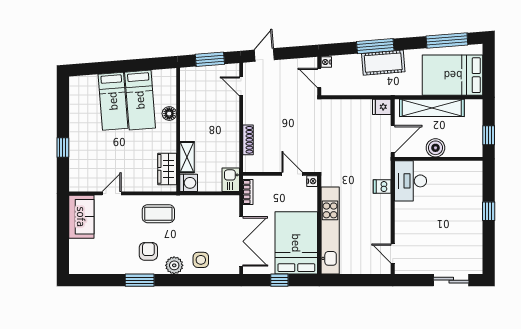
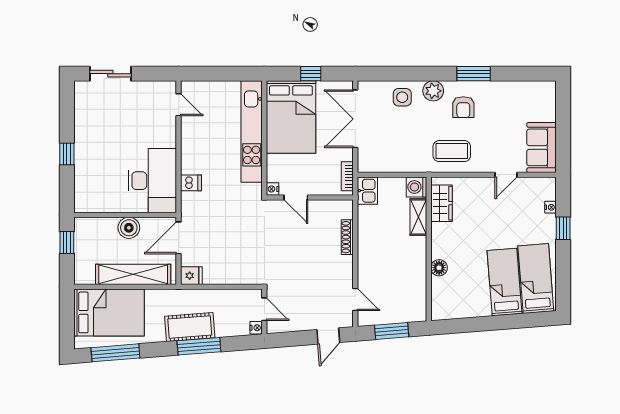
bed: (140, 100) -> (536, 278), moved
nightstand: (74, 165) -> (550, 207), added
desk: (411, 181) -> (152, 181), width x1.36, depth x1.30

